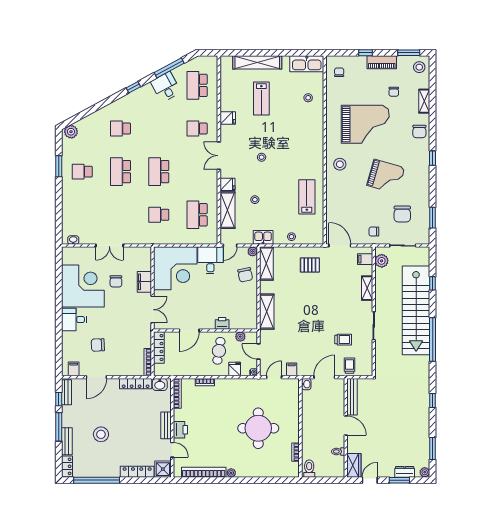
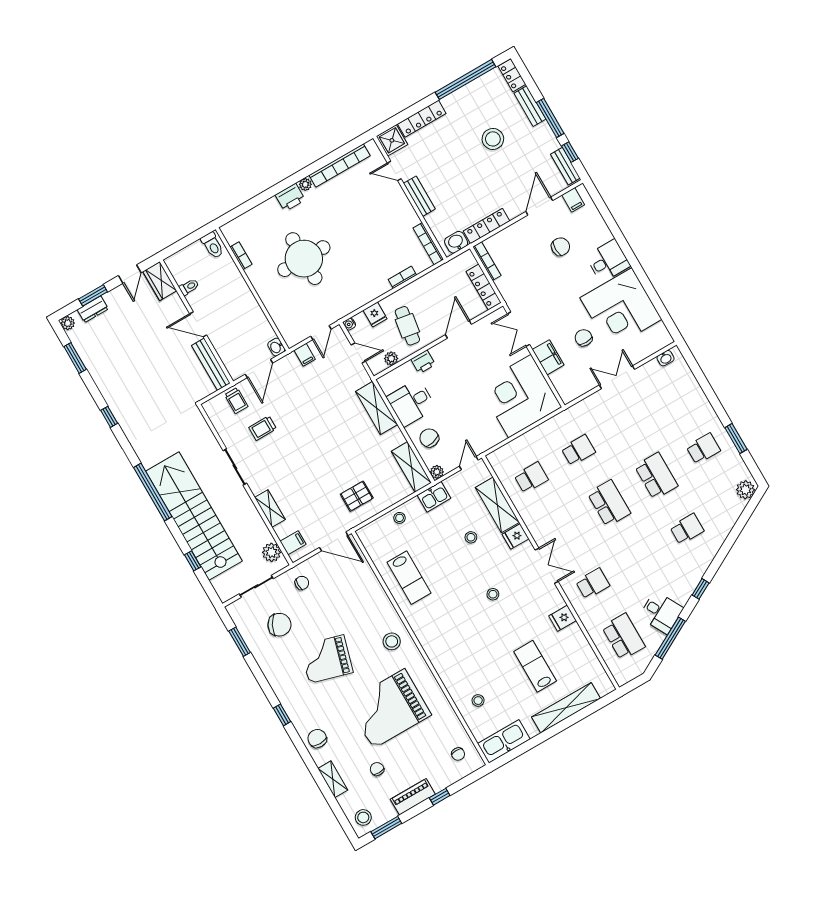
chair: (402, 214) -> (279, 625), turned 118
school desk: (197, 215) -> (531, 478), width x0.54
desk: (210, 260) -> (411, 403), moved, turned 90
printer: (180, 430) -> (290, 197), moved, turned -90

